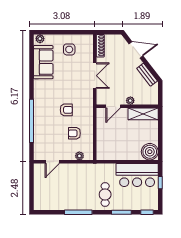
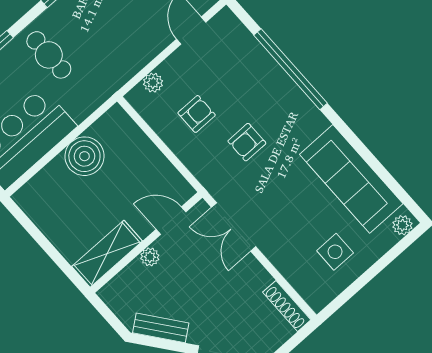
sofa: (43, 62) -> (351, 179), width x1.36
double door: (95, 76) -> (234, 227), moved
door: (113, 106) -> (171, 221), hinge flipped
boiler: (150, 152) -> (84, 156), moved

